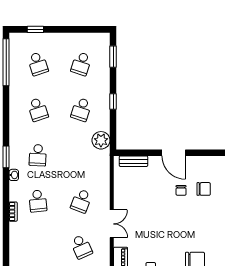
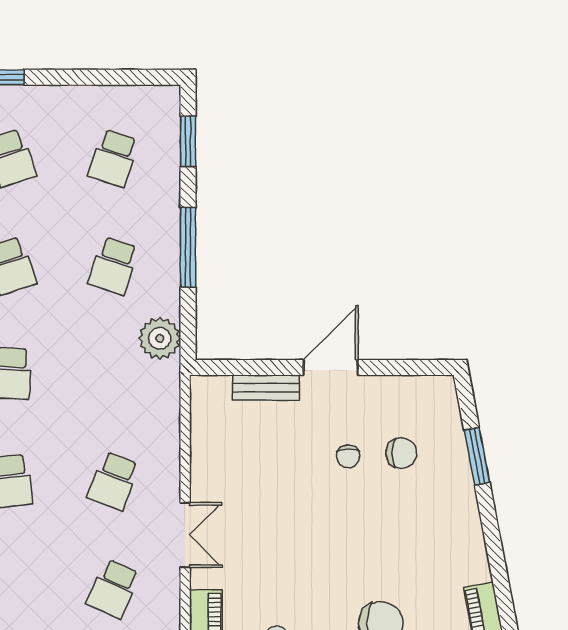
window: (113, 102) -> (188, 247), width x2.17
door: (174, 153) -> (331, 368), swing flipped
bench: (133, 161) -> (266, 388), moved
school desk: (81, 247) -> (113, 589), turned 48

